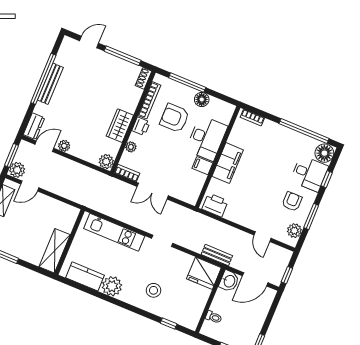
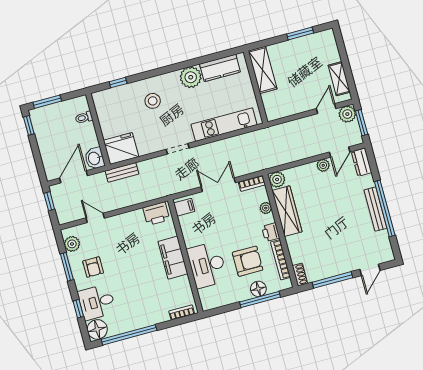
floor lamp: (202, 99) -> (258, 289), moved
wardrobe: (120, 126) -> (287, 211), width x1.50
filing cabinet: (202, 166) -> (184, 207), moved

